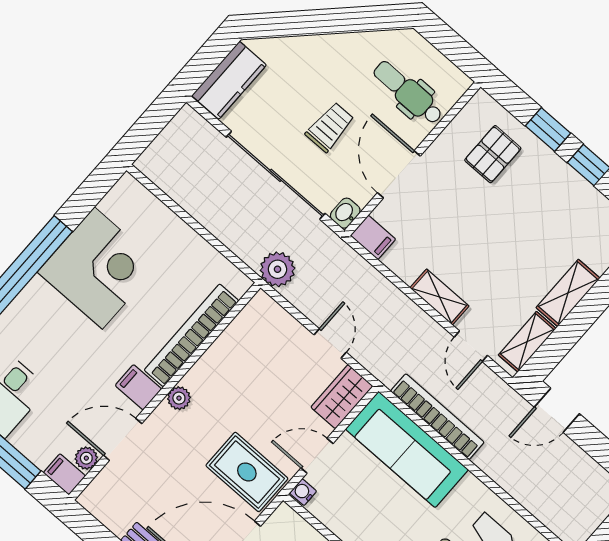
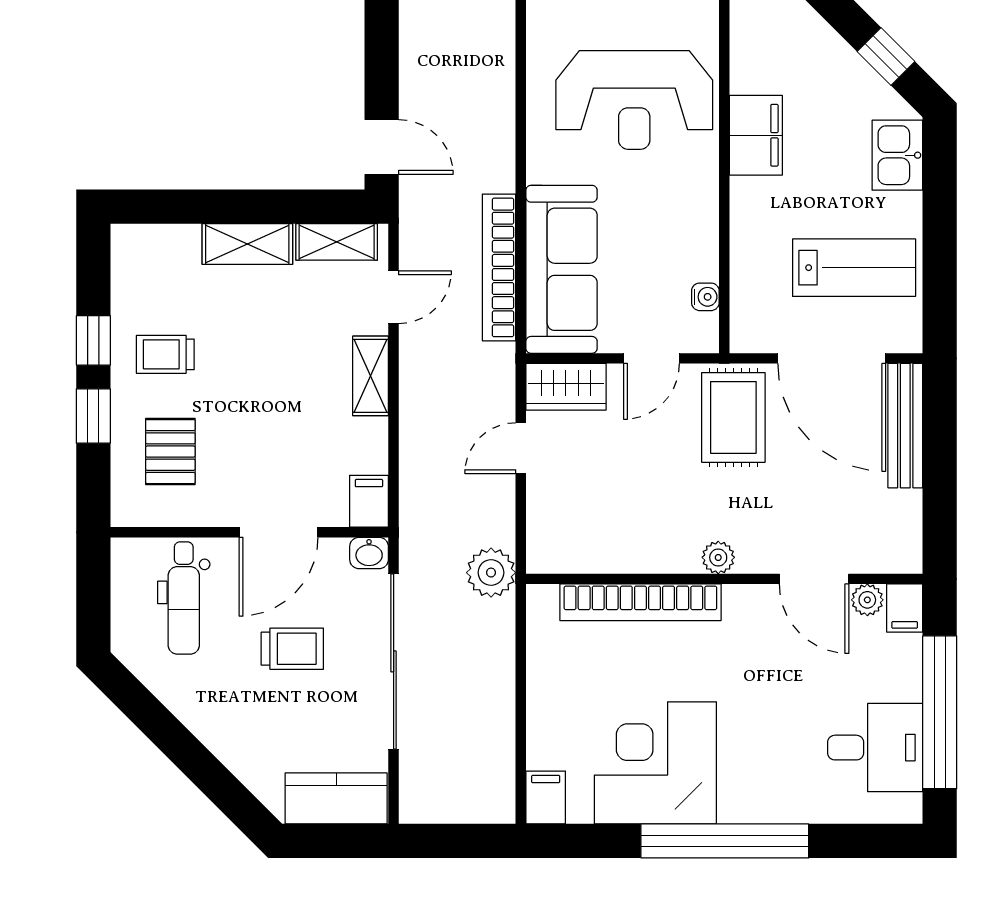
trolley: (330, 127) -> (292, 649), turned 180
pallet: (493, 154) -> (170, 452), turned 90
trolley: (547, 197) -> (165, 354), added
filing cabinet: (138, 387) -> (546, 798), moved, turned 180
door: (317, 456) -> (652, 358), hinge flipped
water cooler: (303, 492) -> (705, 297), moved, turned -90

